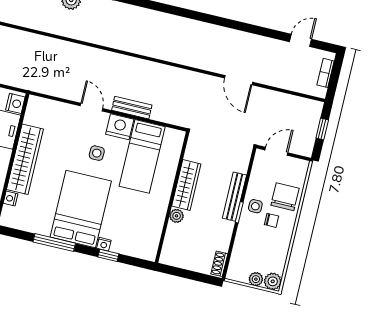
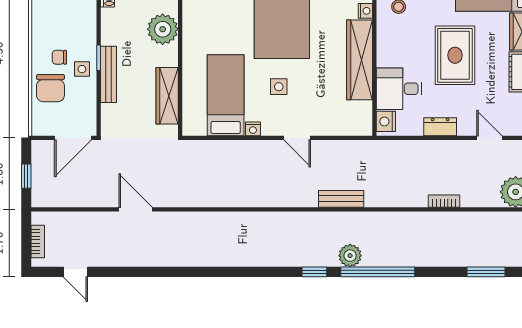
door: (300, 40) -> (75, 272), hinge flipped
bench: (132, 108) -> (341, 199), moved
nightstand: (120, 127) -> (253, 129), width x0.53, depth x0.56
door: (276, 151) -> (73, 138), width x1.38
wardrobe: (186, 185) -> (167, 96), moved
plant: (177, 216) -> (163, 29), width x1.88, depth x1.88

